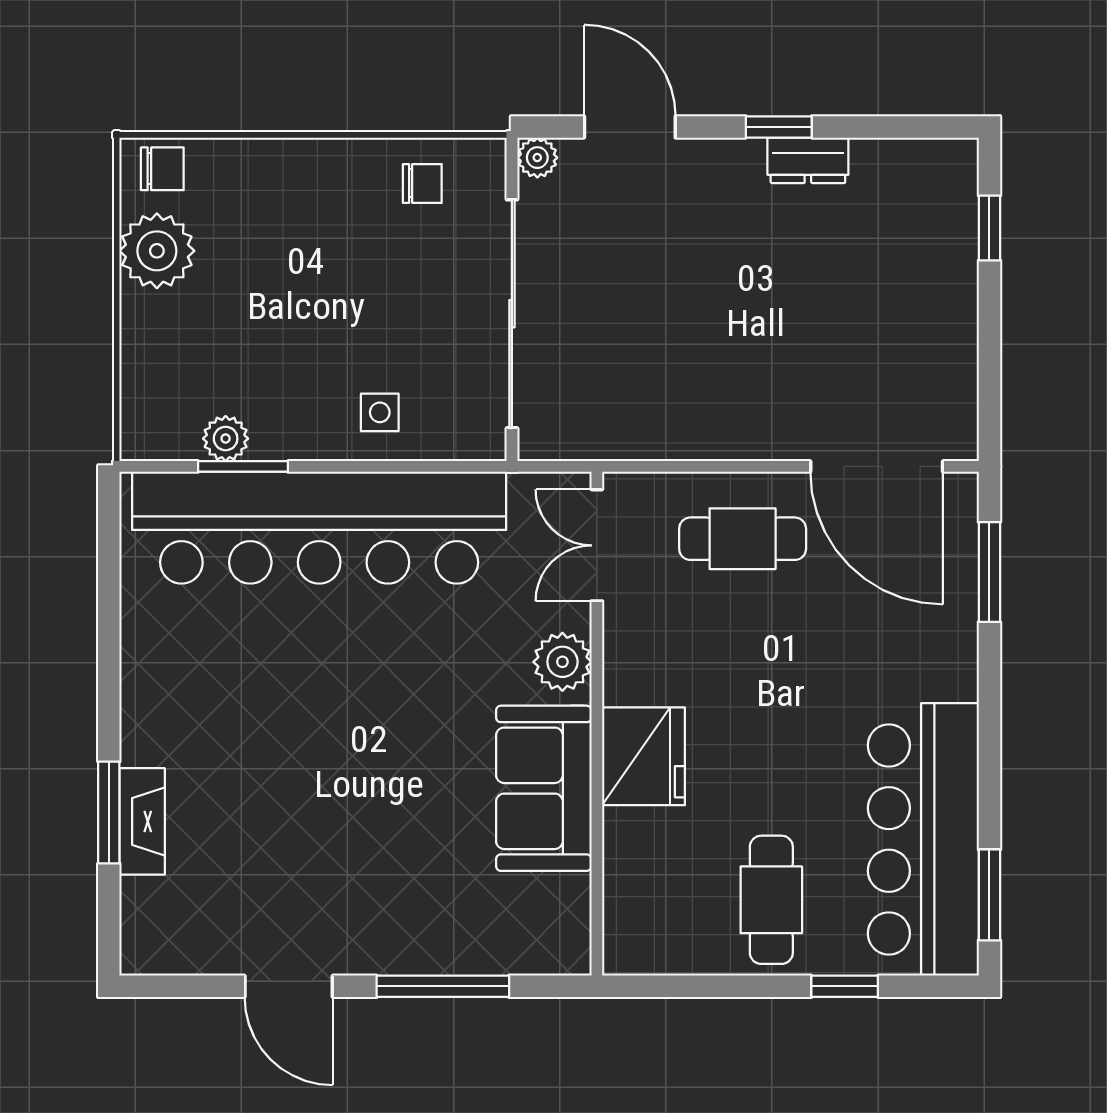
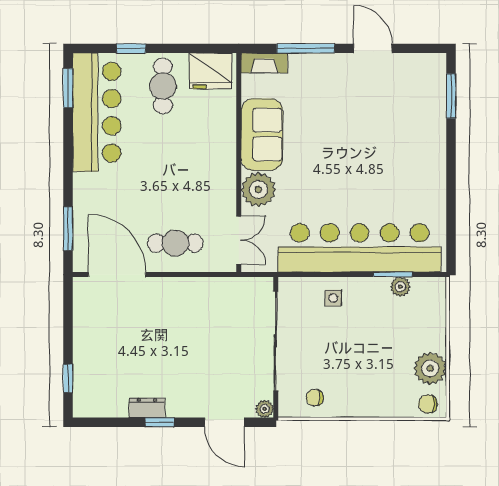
plant: (562, 662) -> (258, 190), width x1.36, depth x1.36
fridge: (644, 756) -> (211, 71), moved, turned -90
window: (109, 813) -> (451, 96), moved
fireplace: (142, 821) -> (264, 63), moved, turned -90

